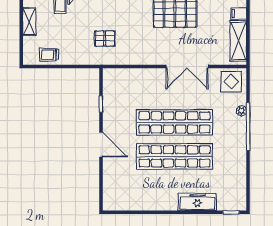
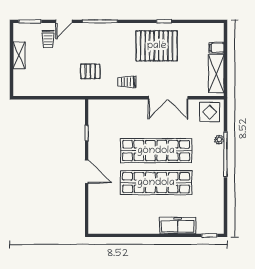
trolley: (49, 55) -> (127, 82), moved

